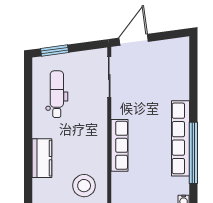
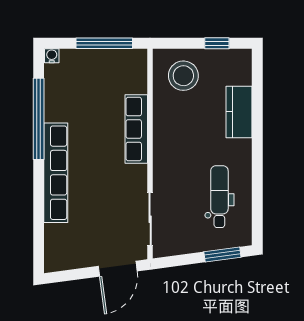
dental chair: (57, 94) -> (219, 197), turned 180
row of seats: (180, 138) -> (56, 173), moved

